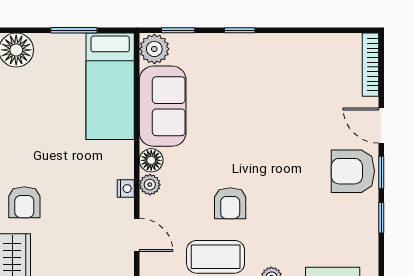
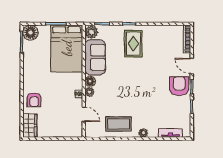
rug: (249, 75) -> (133, 44), added
bed: (110, 86) -> (67, 48), width x1.50
armchair: (353, 171) -> (179, 86), turned 90
armchair: (230, 203) -> (125, 100), removed

